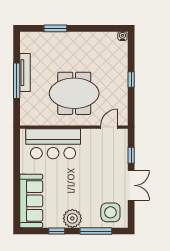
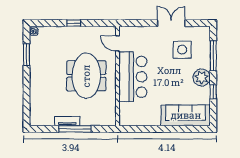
window: (55, 28) -> (27, 55), moved
tv unit: (25, 73) -> (67, 121), width x0.71
bar counter: (53, 144) -> (133, 77), moved
window: (131, 155) -> (143, 23), removed
side table: (110, 212) -> (182, 50), moved

